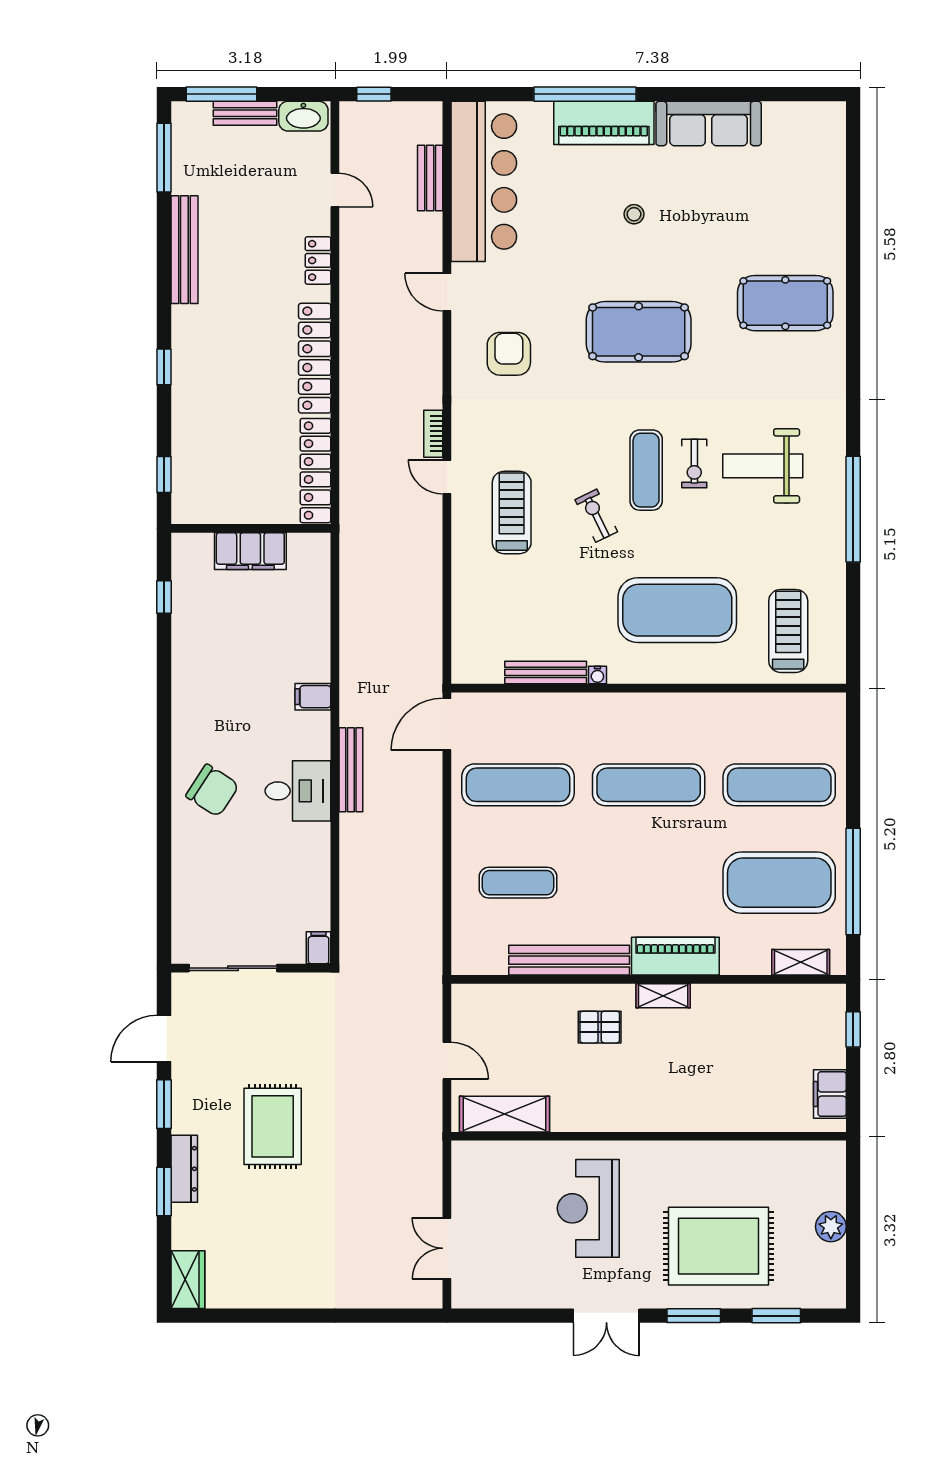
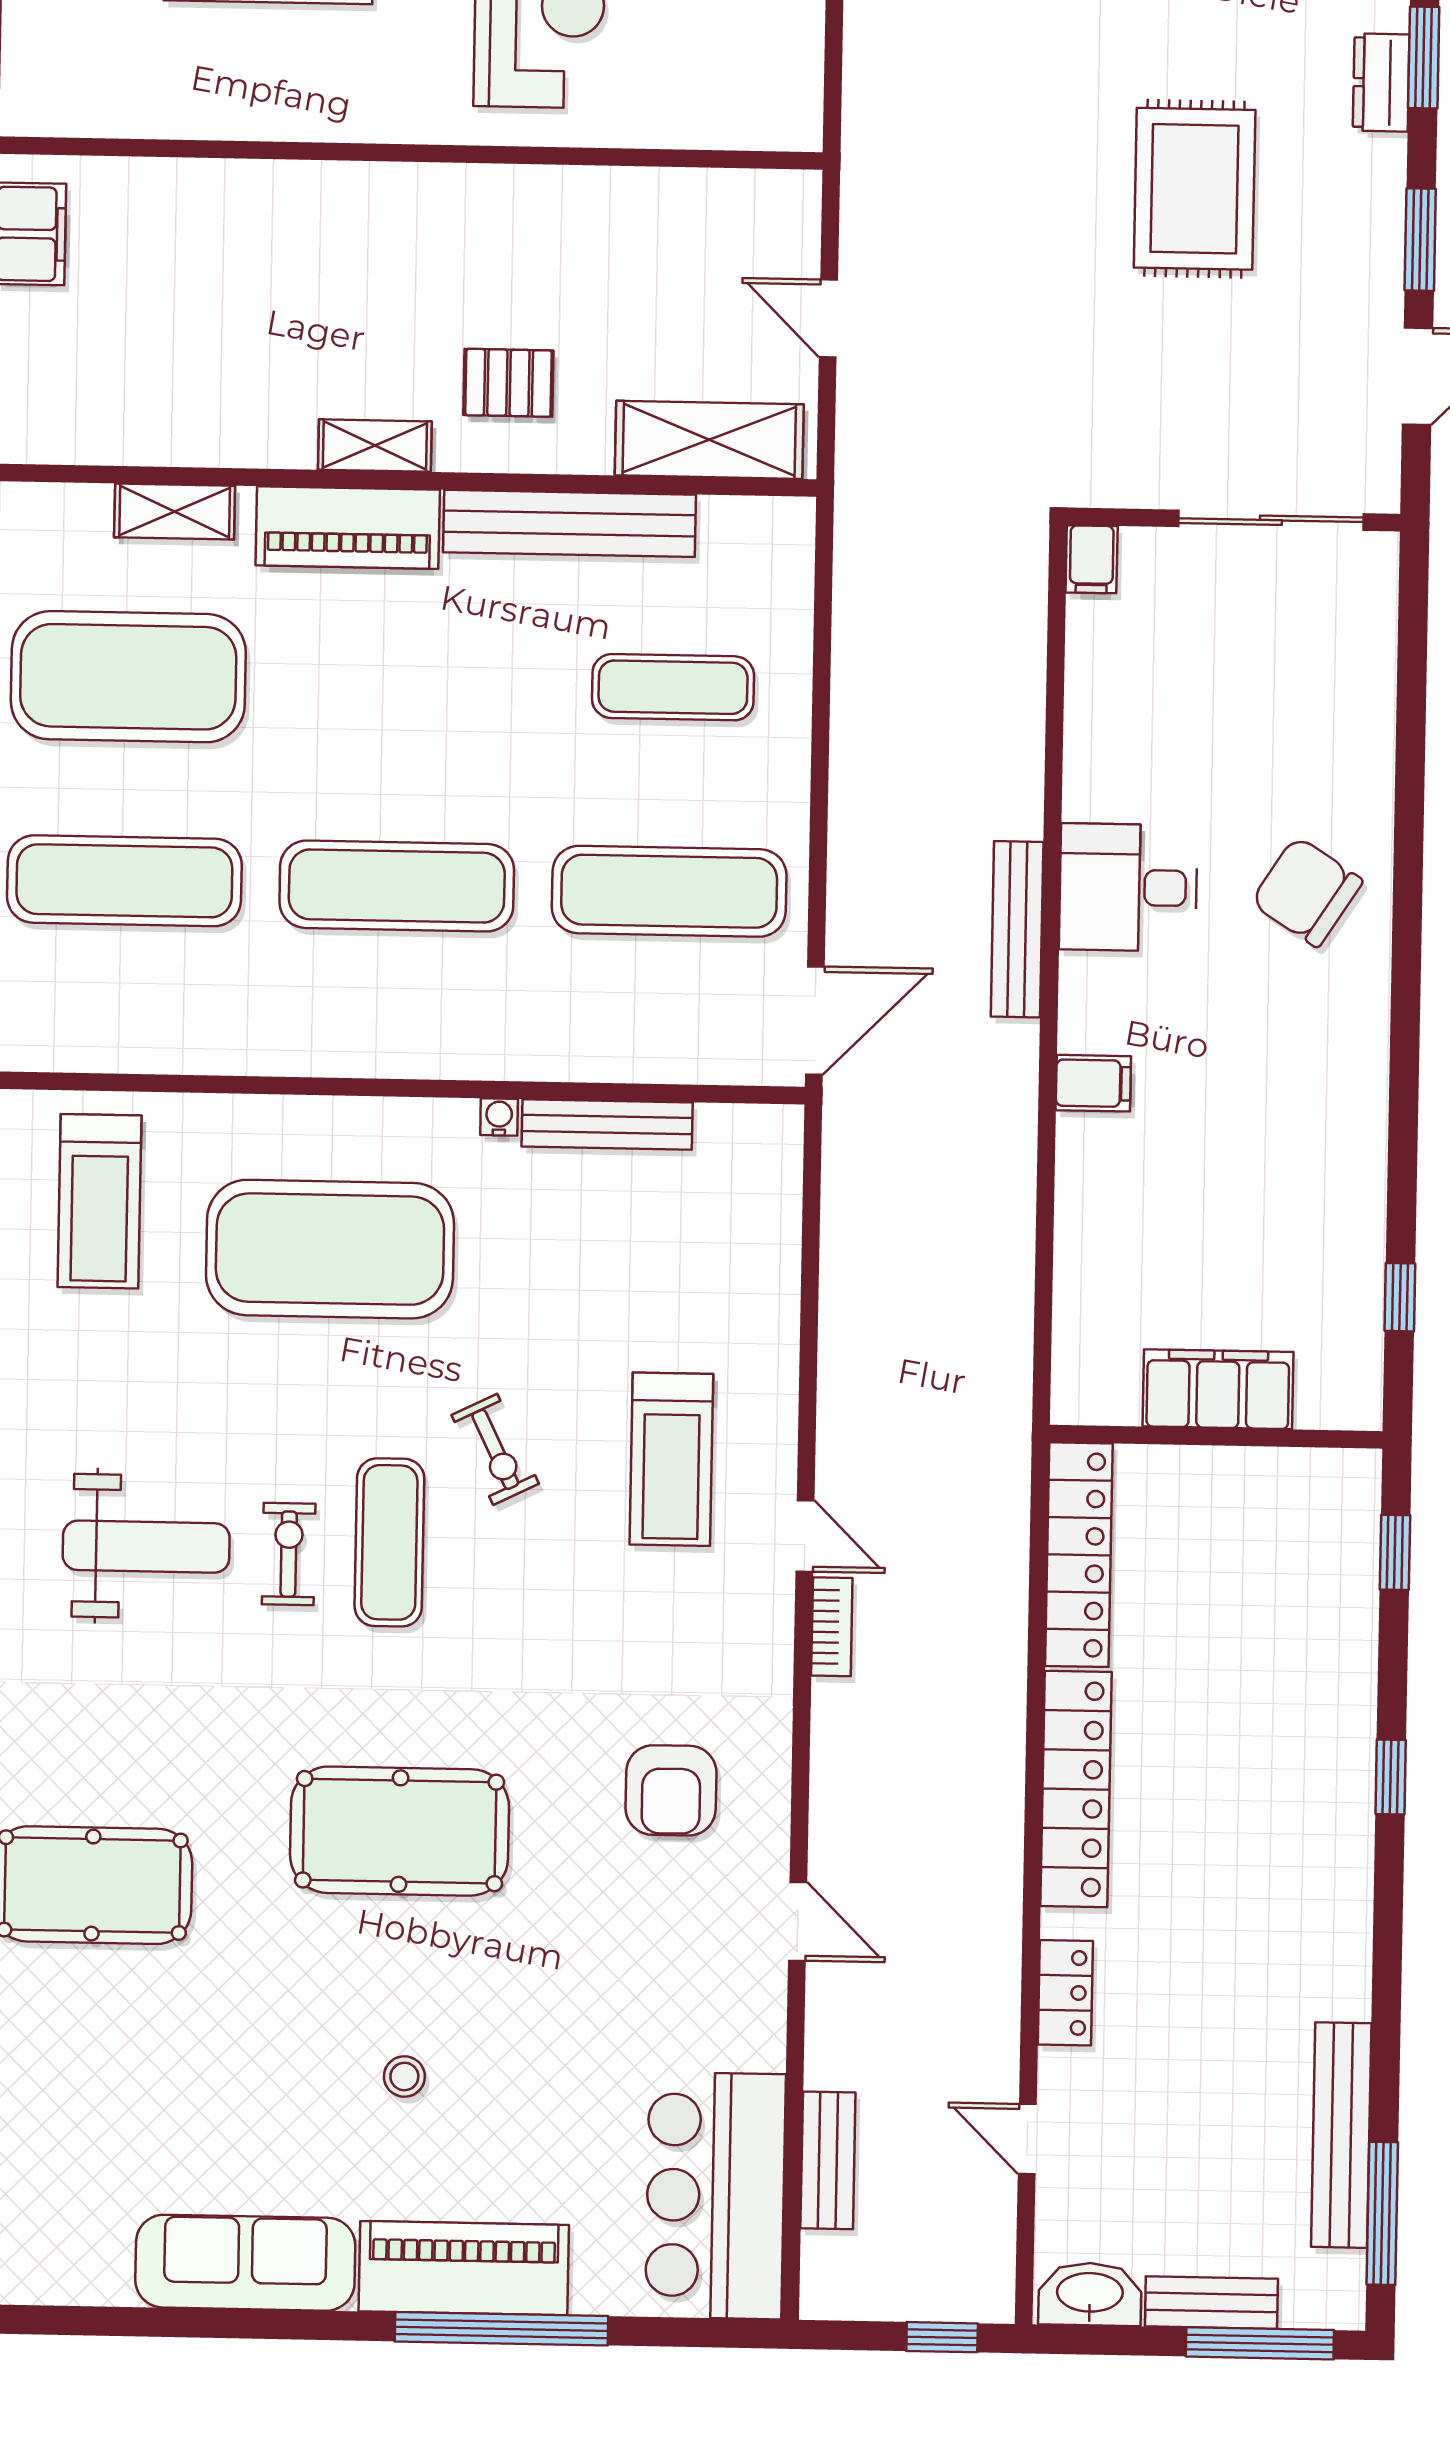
bar counter: (484, 181) -> (715, 2196), width x0.73
bench: (184, 250) -> (1341, 2135), moved
shelving: (801, 962) -> (175, 511), moved
shelving: (504, 1114) -> (709, 440), moved
dresser: (184, 1169) -> (1381, 83), width x0.70

